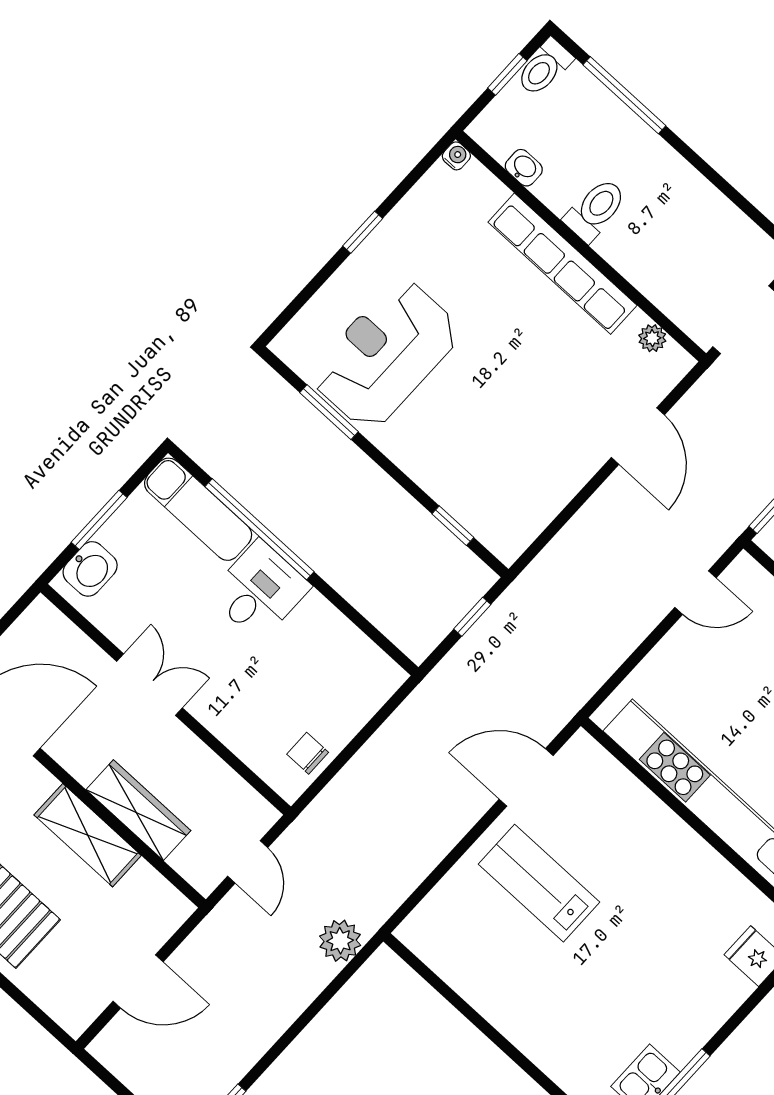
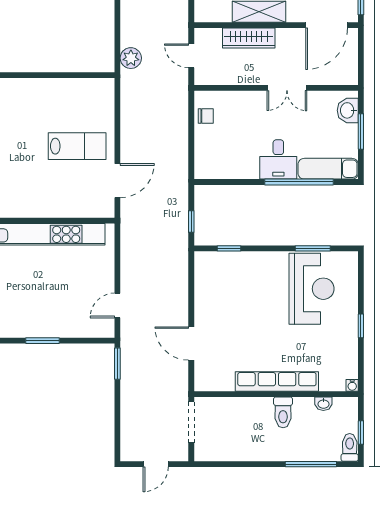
plant: (652, 338) -> (219, 384), removed

